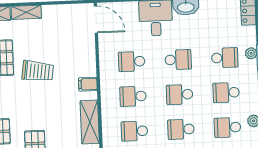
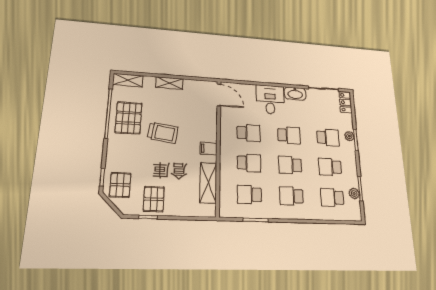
shelving: (26, 12) -> (169, 83), moved
school desk: (132, 62) -> (249, 133), turned 180
school desk: (133, 96) -> (249, 163), turned 180

